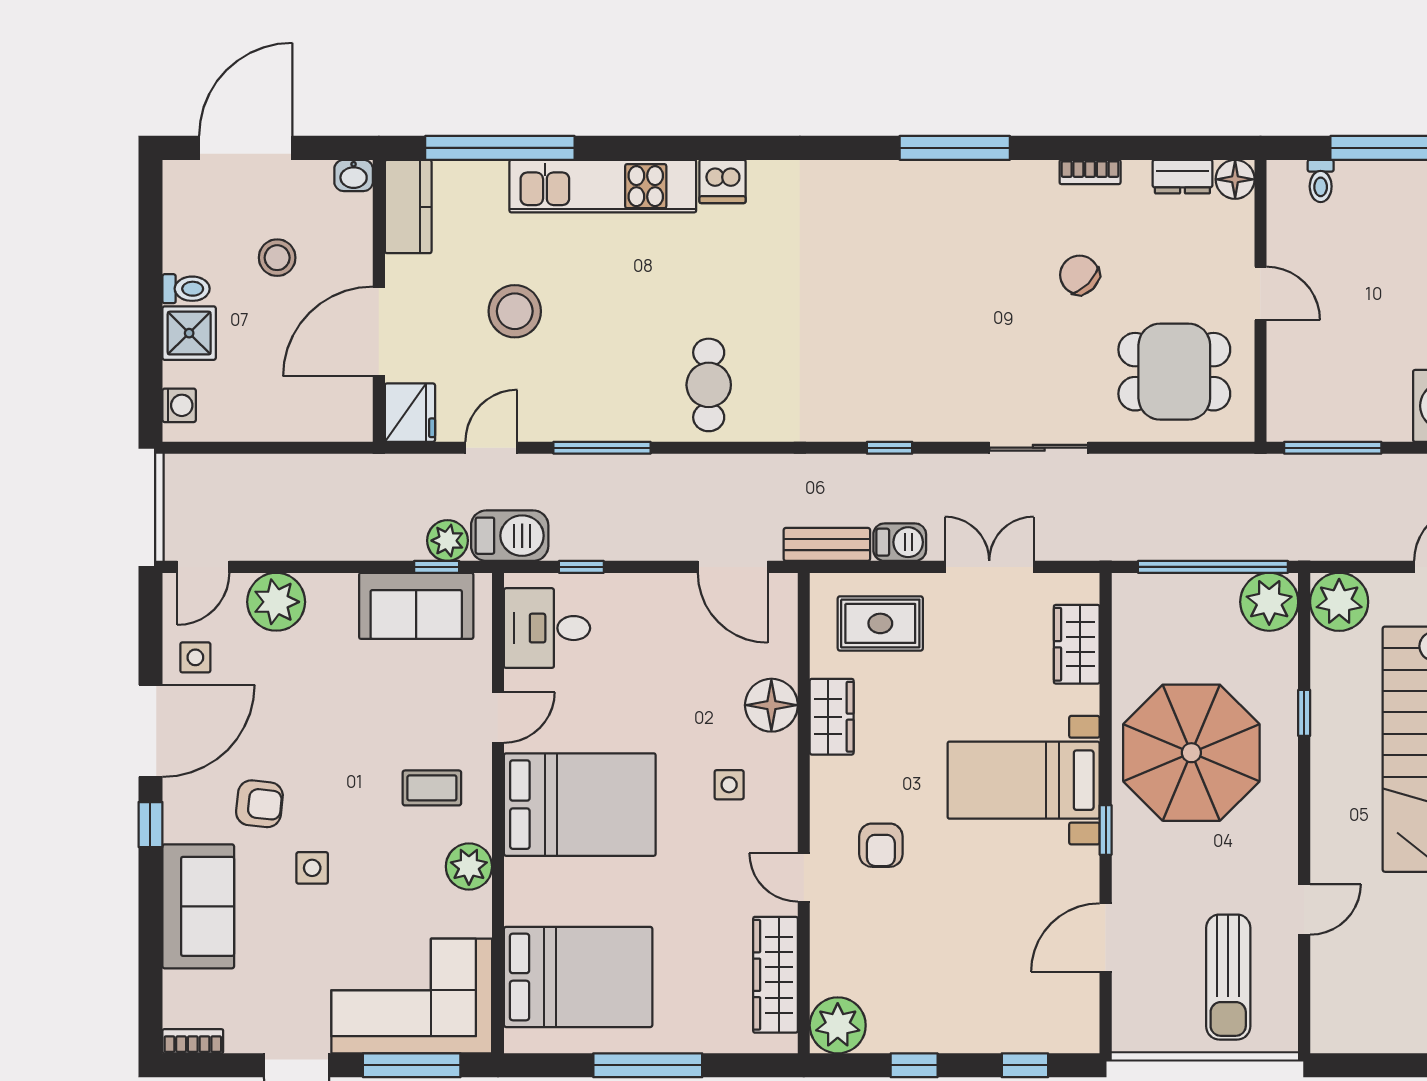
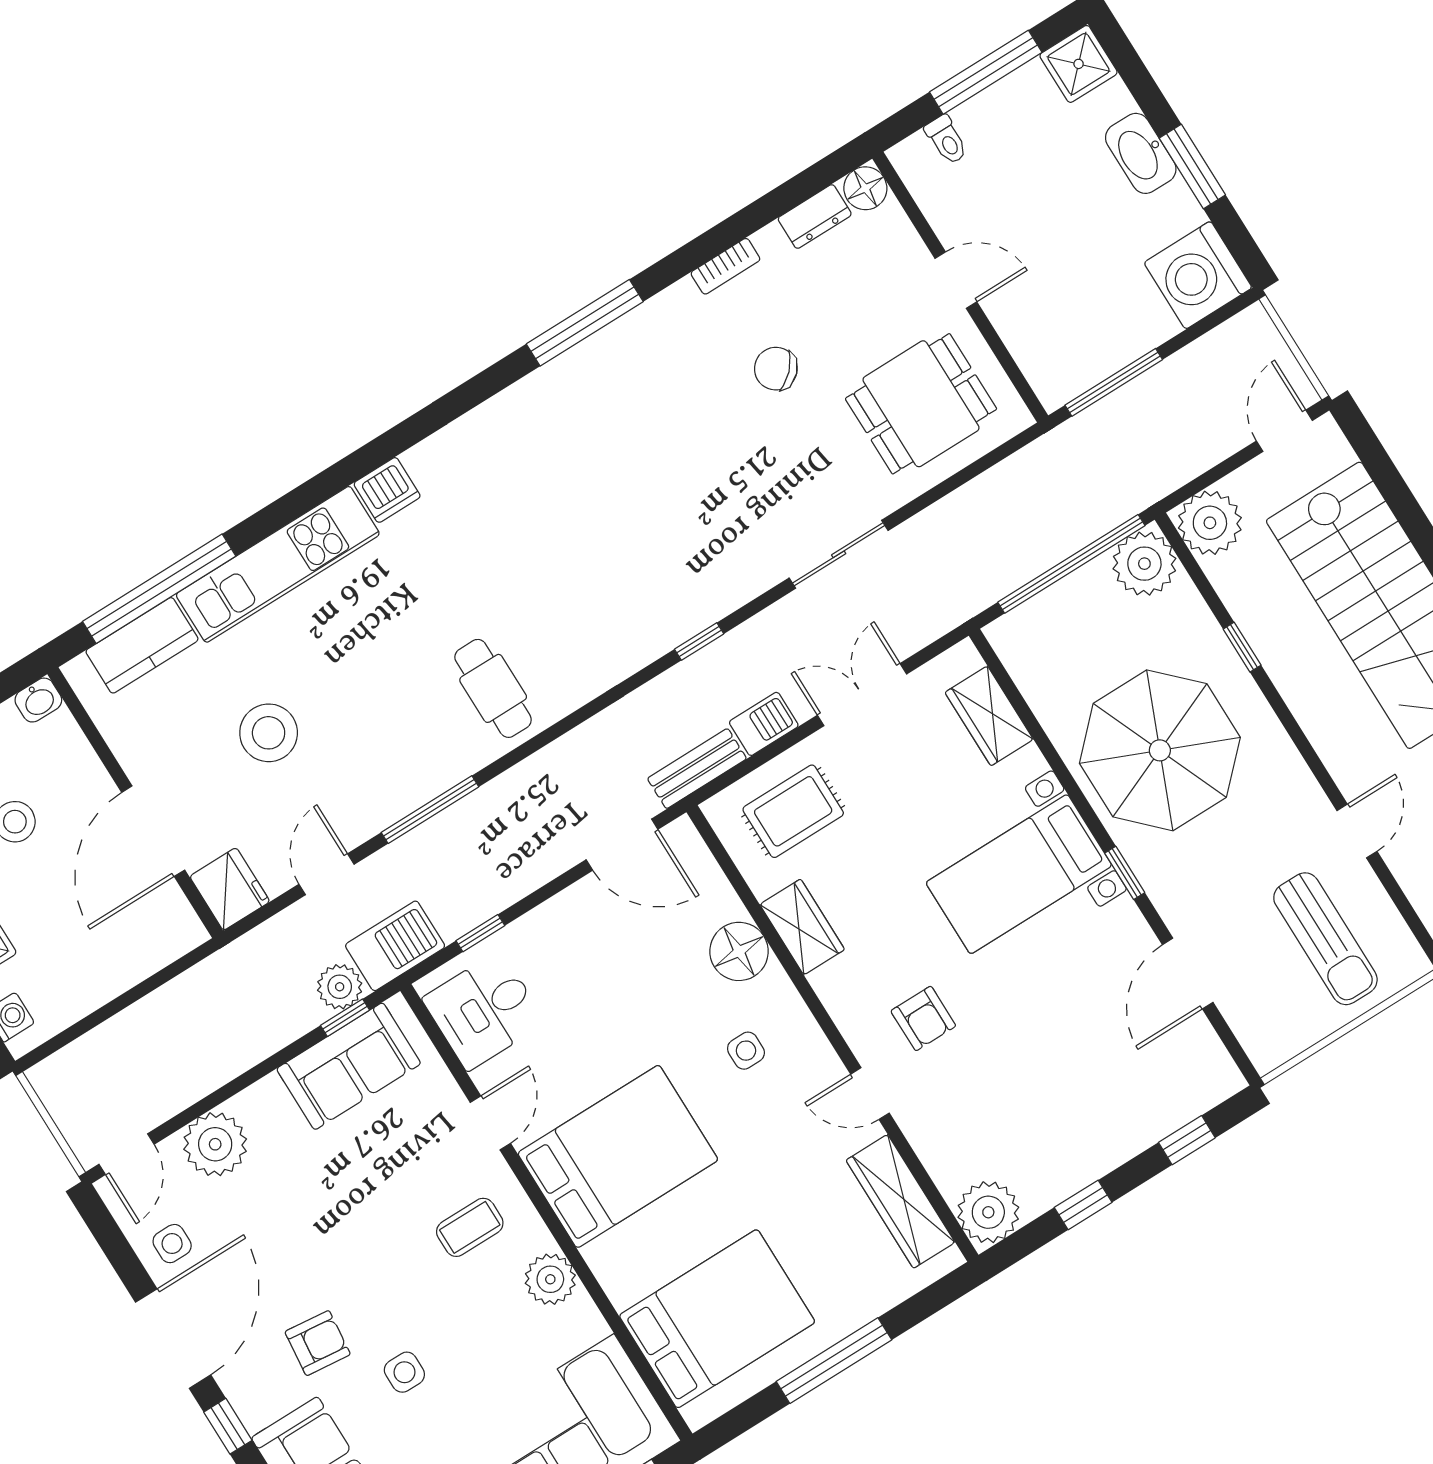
kitchen counter: (408, 207) -> (142, 645), moved, turned 90

